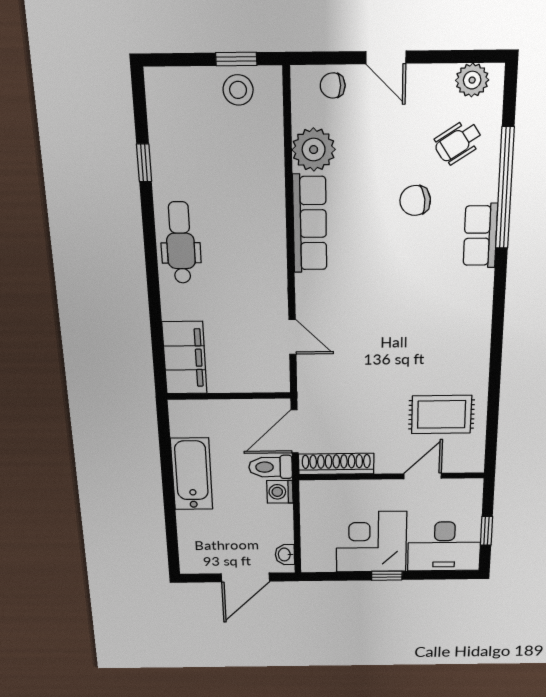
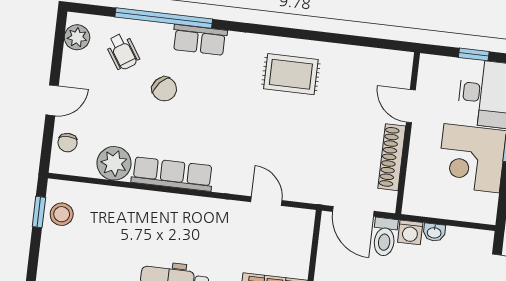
chair: (415, 200) -> (164, 89), turned -41
door: (292, 337) -> (266, 201), hinge flipped
rug: (441, 414) -> (291, 74), moved, turned 90
shoe rack: (336, 464) -> (392, 157), moved
washbasin: (285, 555) -> (434, 232), moved

